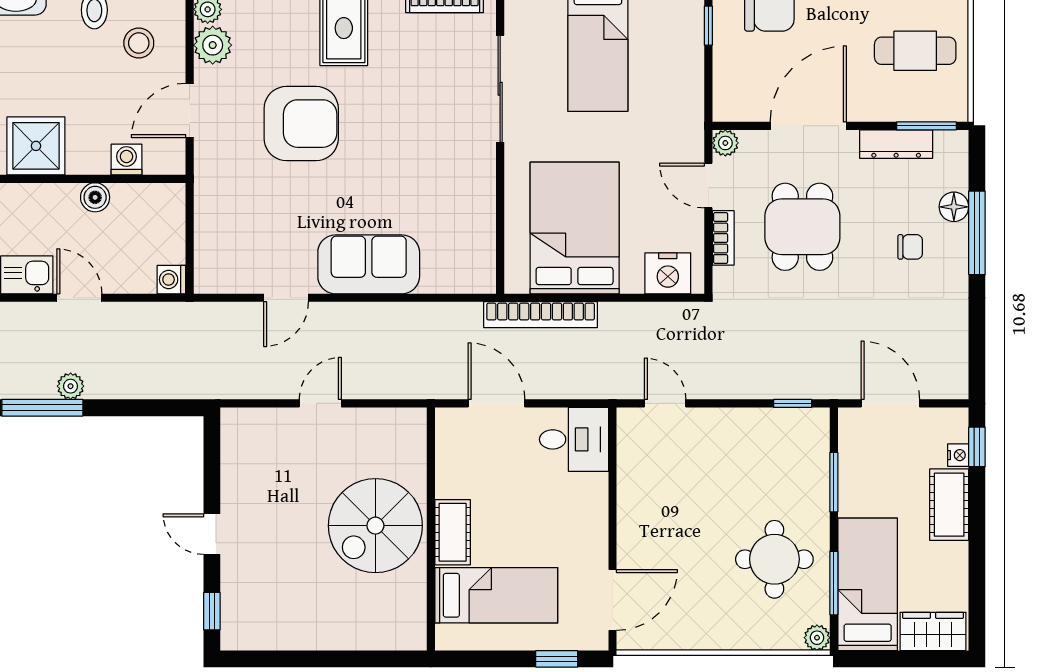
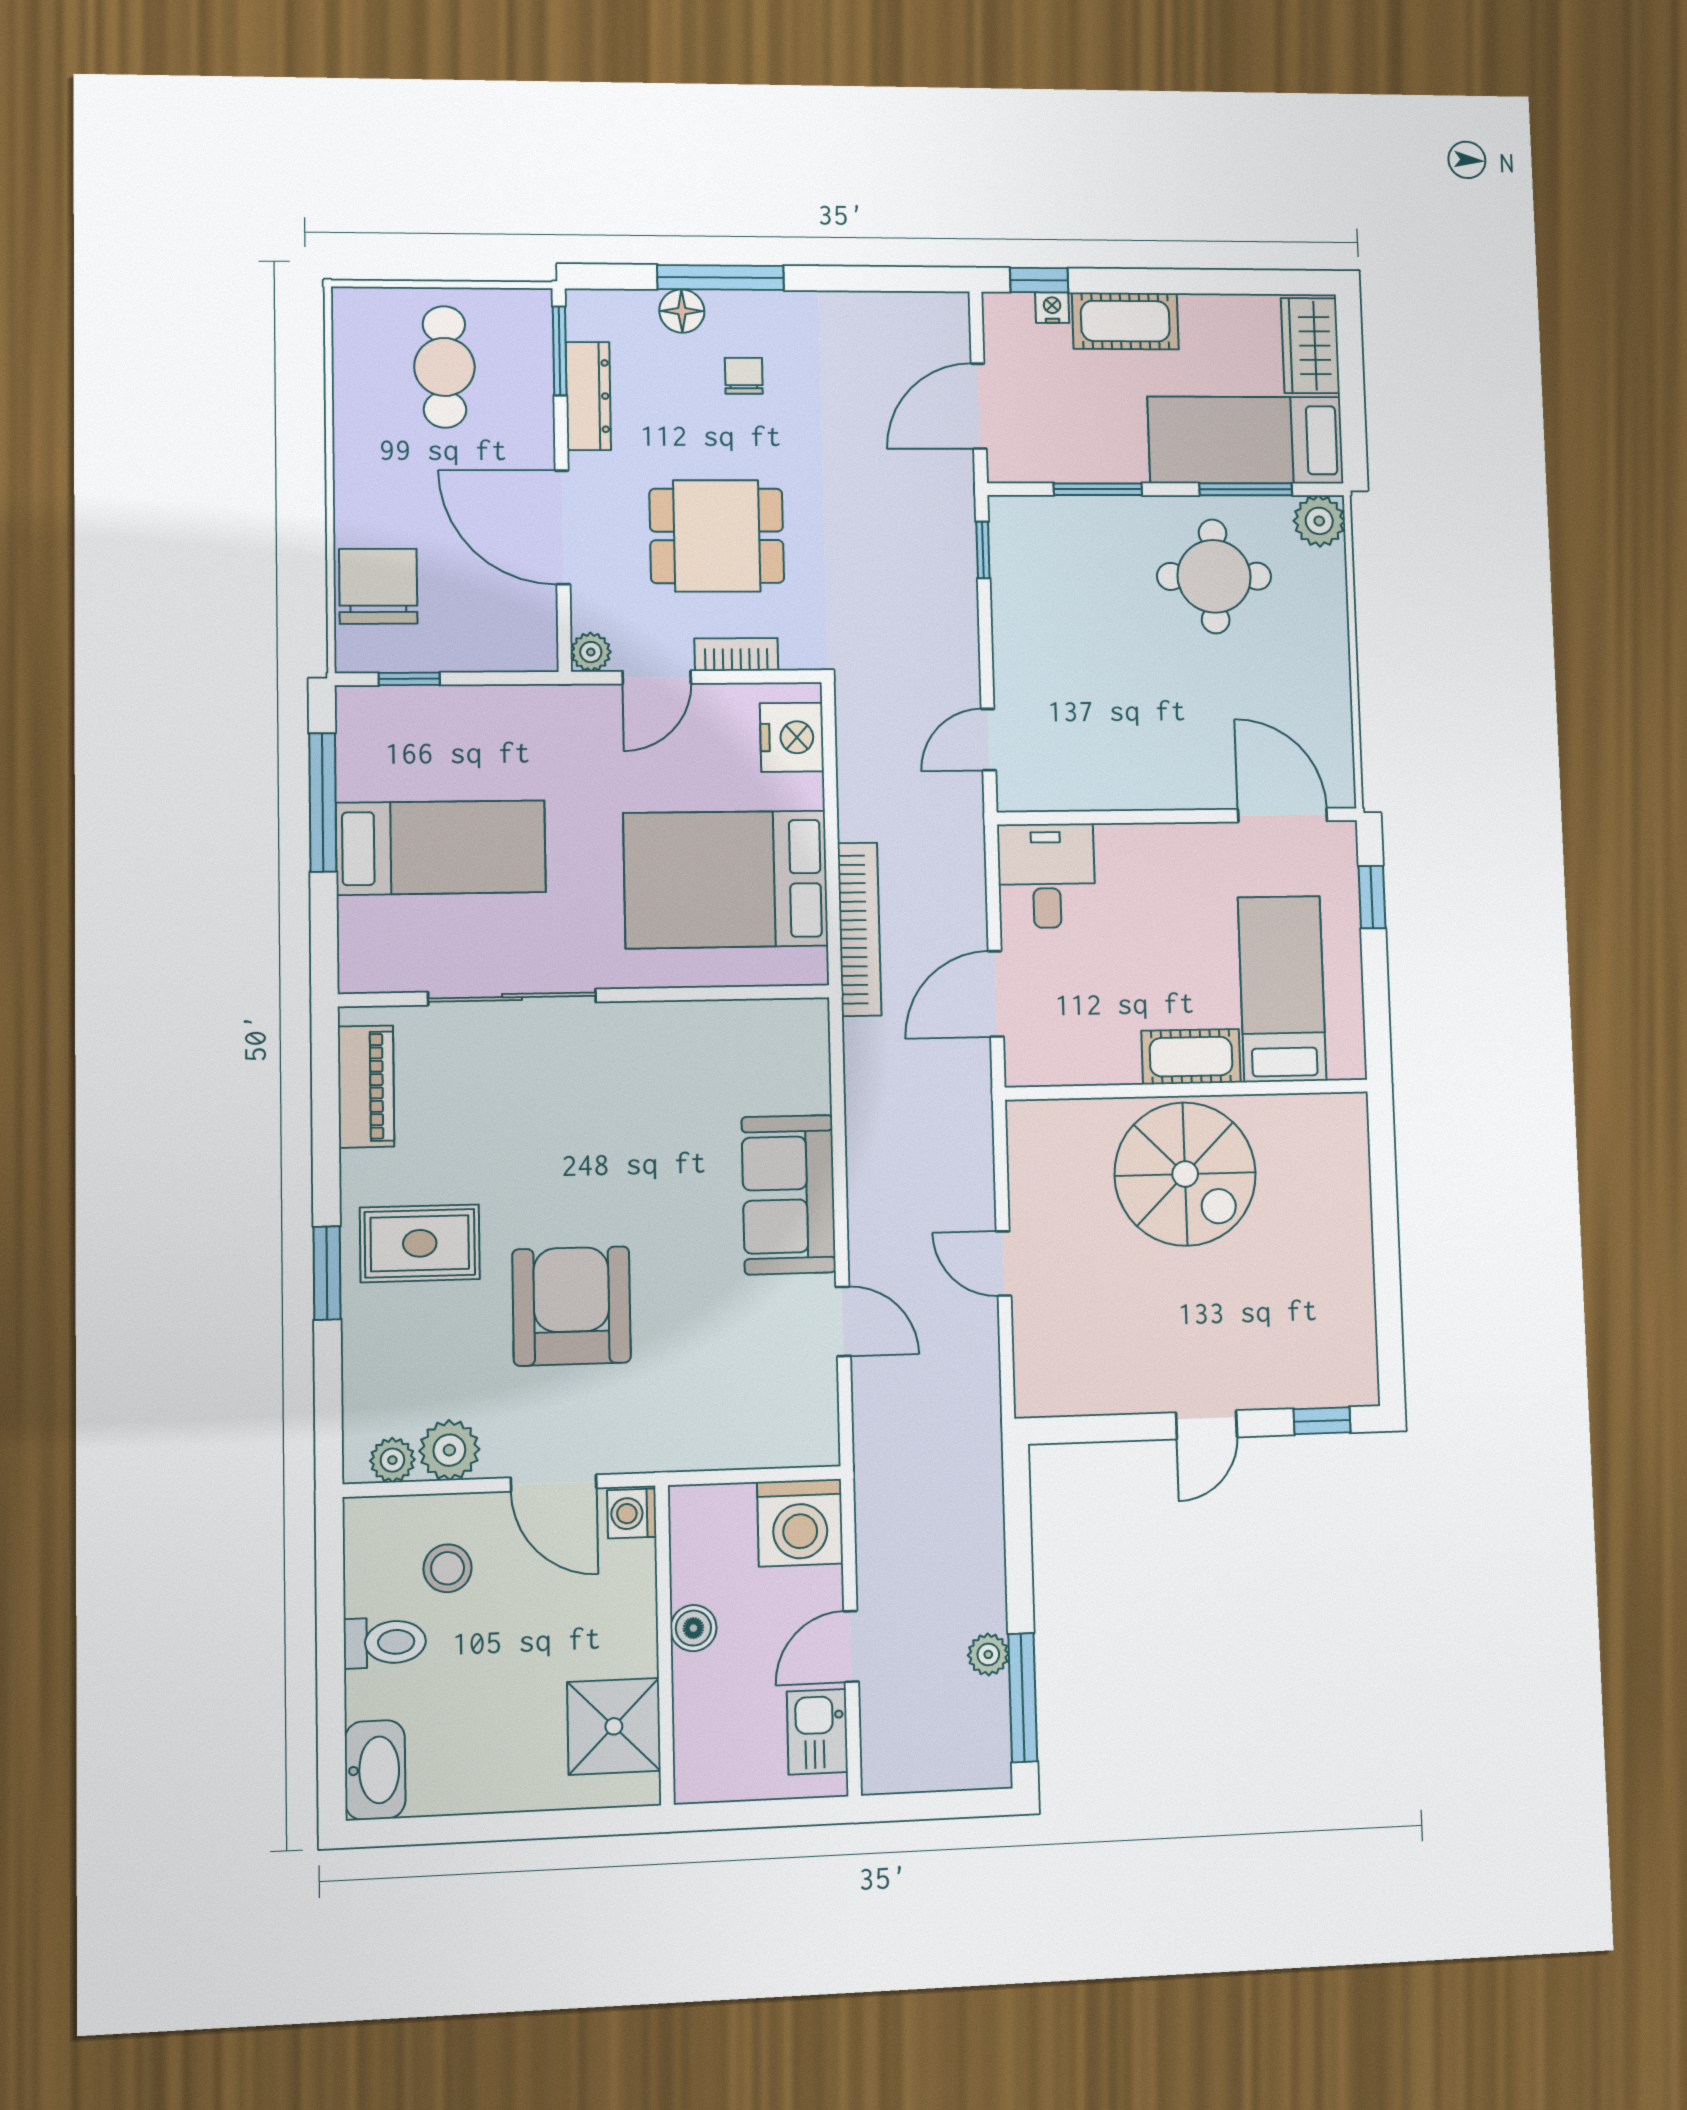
washing machine: (126, 160) -> (632, 1513), moved
washing machine: (171, 280) -> (800, 1523), width x1.89, depth x1.89
plant: (817, 638) -> (1319, 521), width x1.38, depth x1.38

